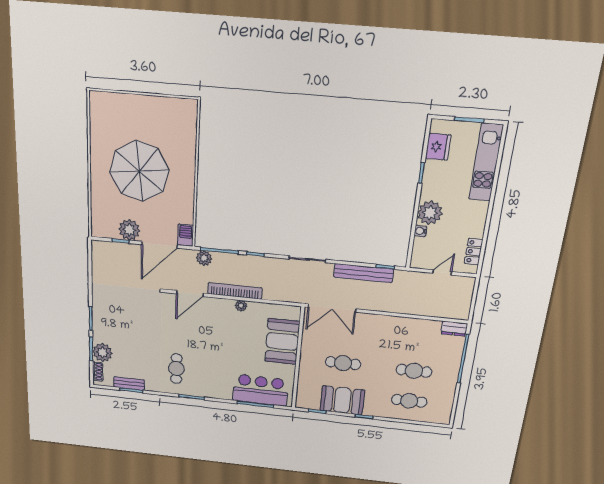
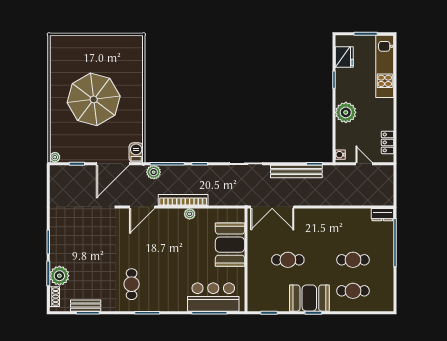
plant: (129, 230) -> (55, 157), moved, width x0.53, depth x0.53
water cooler: (420, 231) -> (340, 155), moved
door: (442, 272) -> (364, 164), hinge flipped
booth: (342, 400) -> (309, 298), moved

